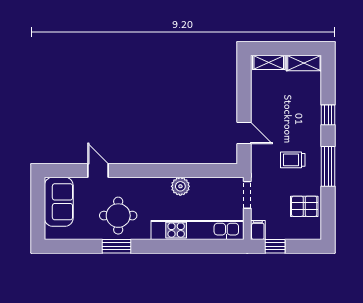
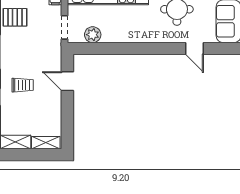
trolley: (293, 160) -> (23, 85), moved
plant: (180, 186) -> (93, 35), moved

